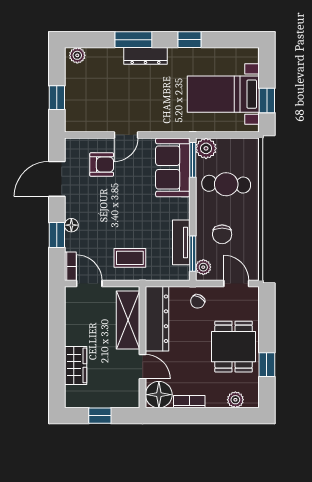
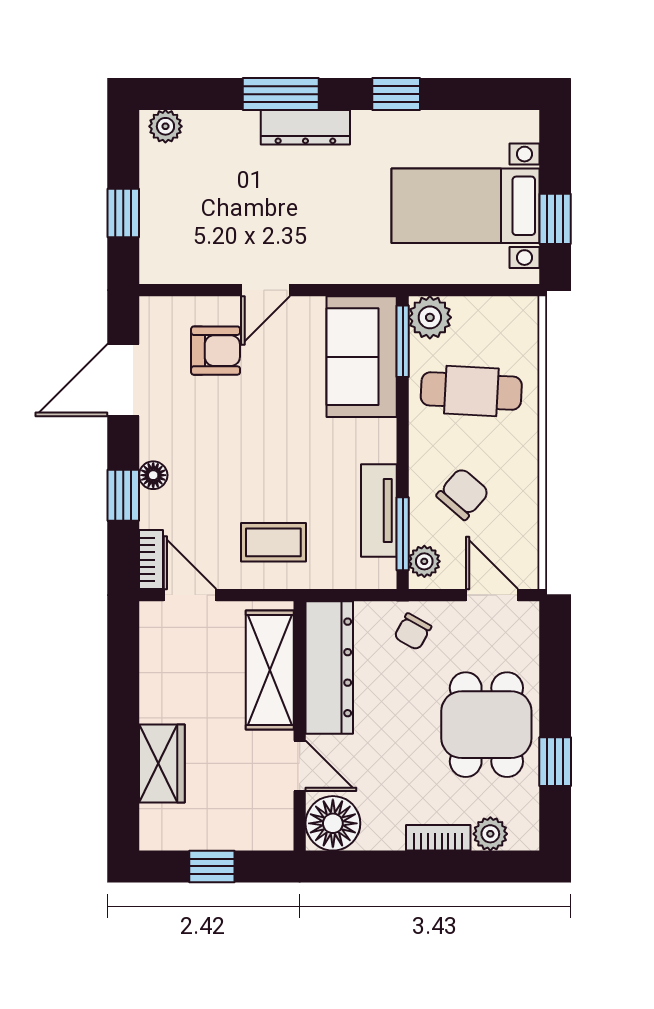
chair: (222, 234) -> (463, 494), turned -139
bookcase: (189, 402) -> (438, 838), moved

